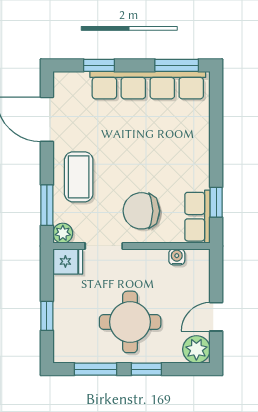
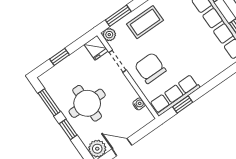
row of seats: (198, 217) -> (175, 95), width x1.48

